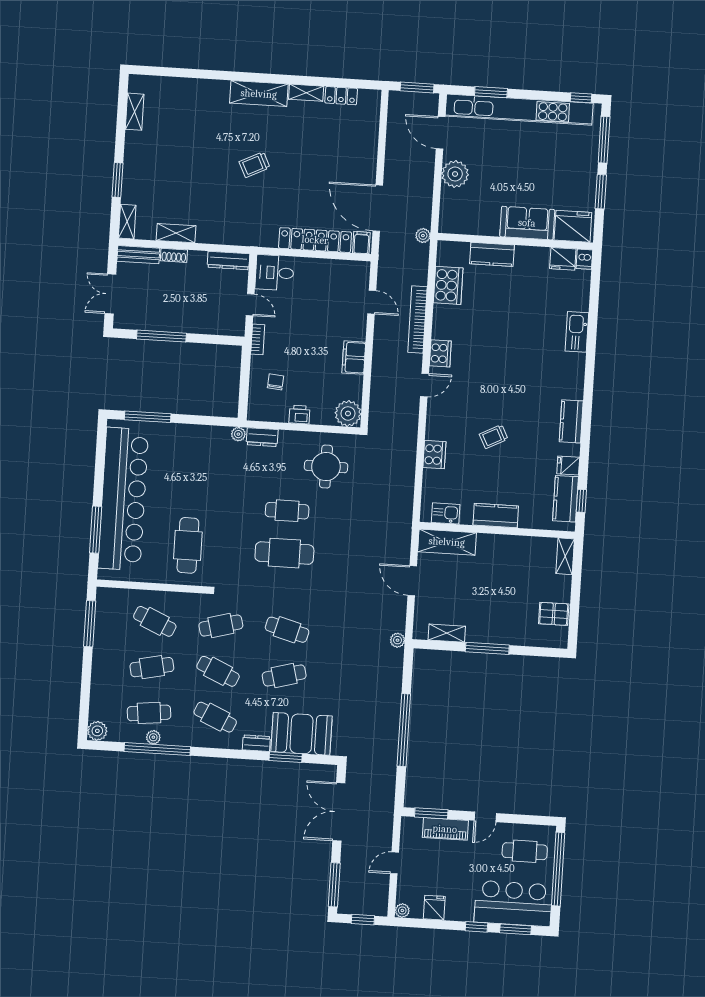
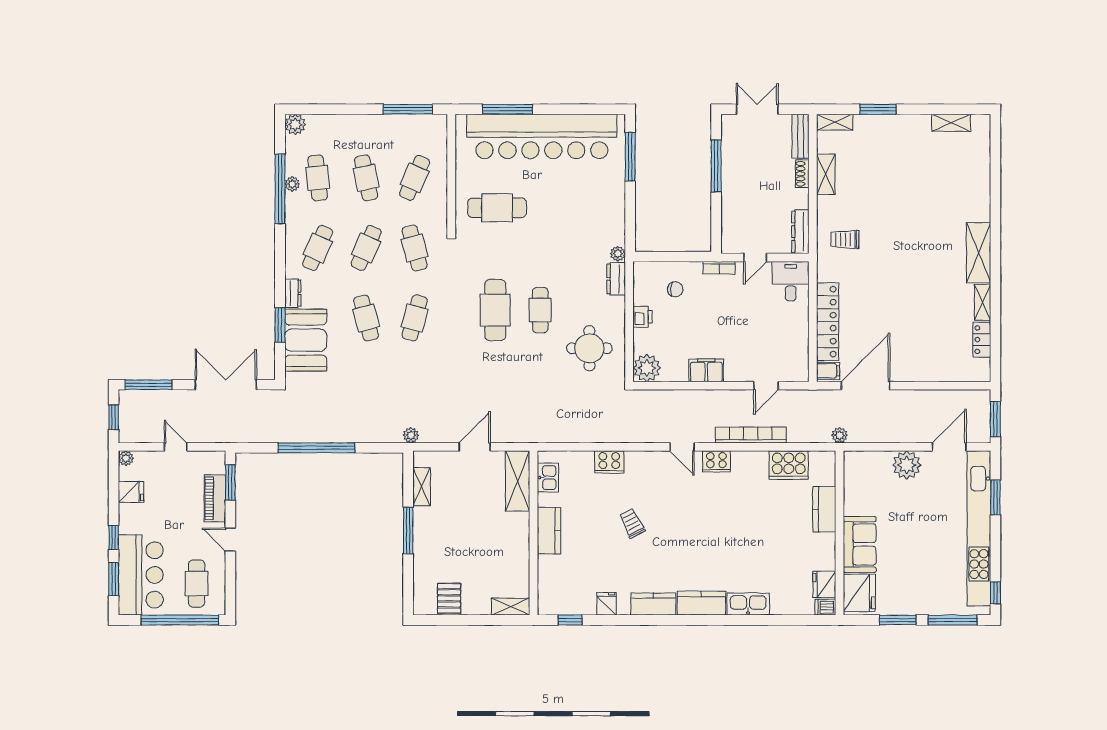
trolley: (255, 165) -> (845, 240), moved, turned -64
kitchen counter: (565, 499) -> (701, 603), moved

